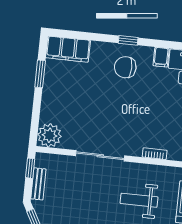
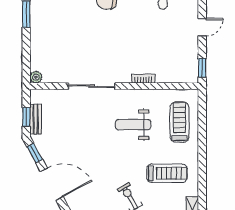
plant: (49, 135) -> (36, 77), width x0.53, depth x0.53
window: (30, 168) -> (26, 117), moved

